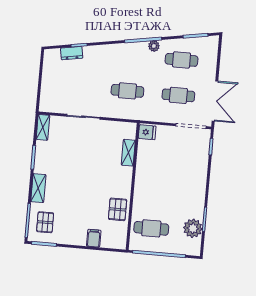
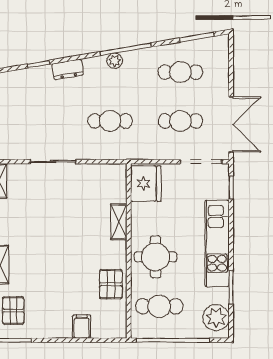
plant: (154, 46) -> (115, 61), moved
dresser: (72, 53) -> (68, 69), moved
fridge: (147, 132) -> (146, 184), width x1.88, depth x1.34
shelving: (128, 153) -> (119, 222), moved
kitchen unit: (197, 186) -> (217, 243), added
round table: (152, 192) -> (156, 257), added
plant: (193, 228) -> (216, 318), moved

